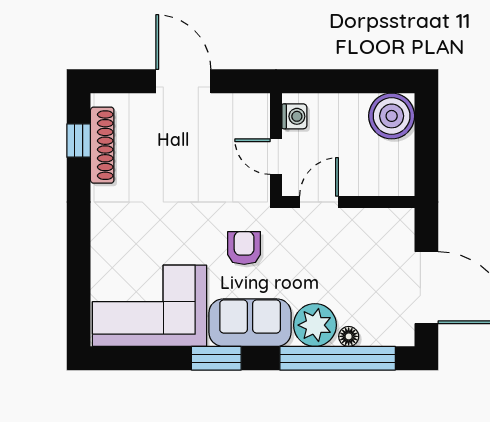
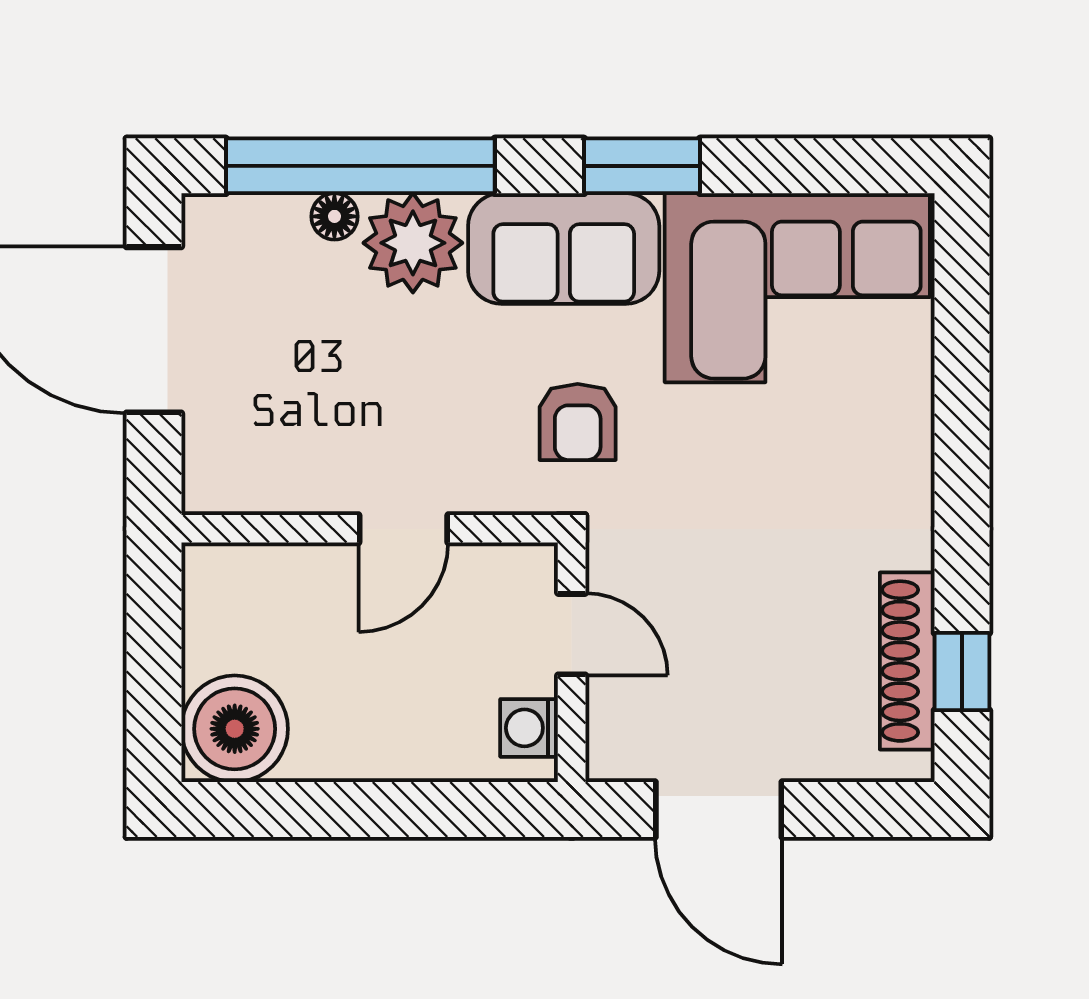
washing machine: (294, 116) -> (529, 728), moved
wall: (276, 145) -> (572, 662), moved
door: (276, 157) -> (572, 634), moved

